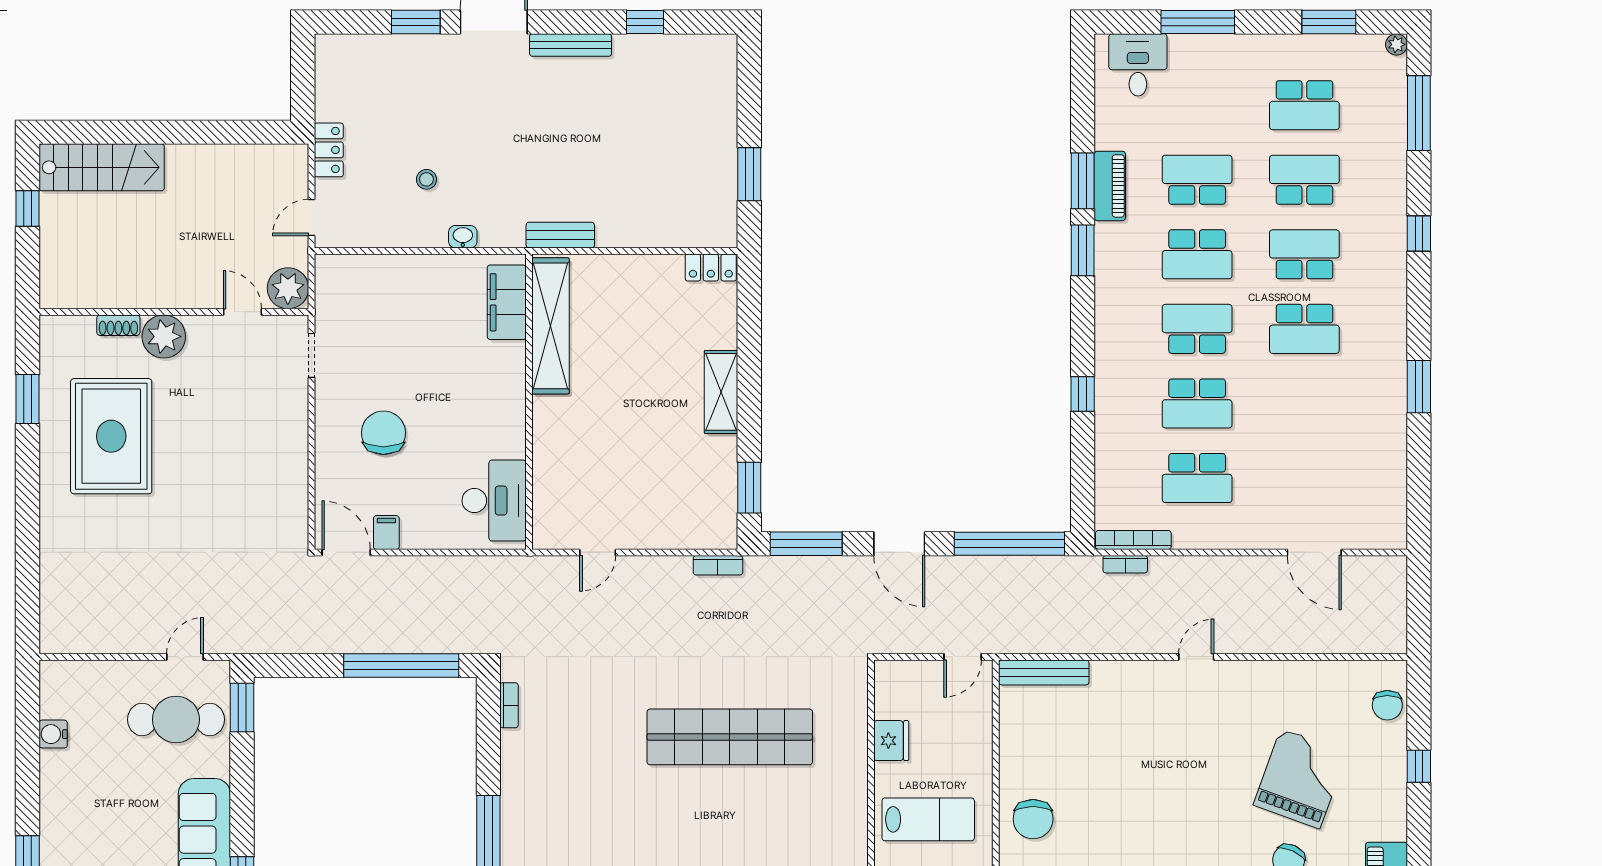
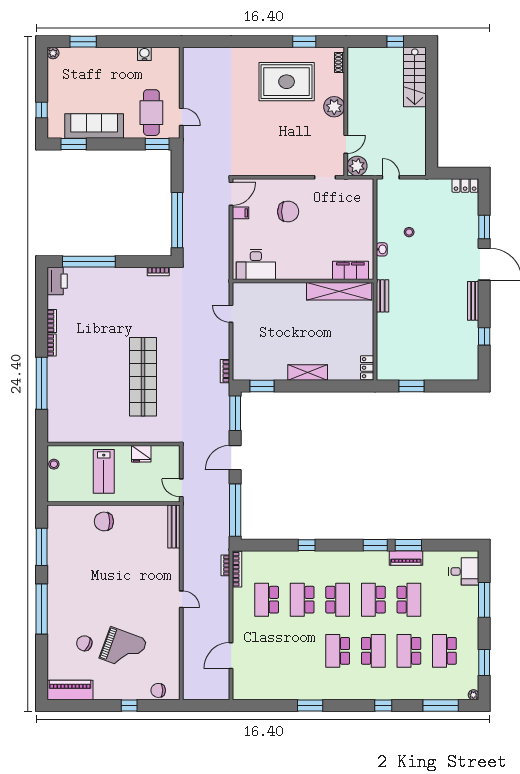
locker: (329, 150) -> (465, 185), moved
school desk: (1304, 180) -> (409, 651), turned 180
shoe rack: (118, 325) -> (339, 62), moved

